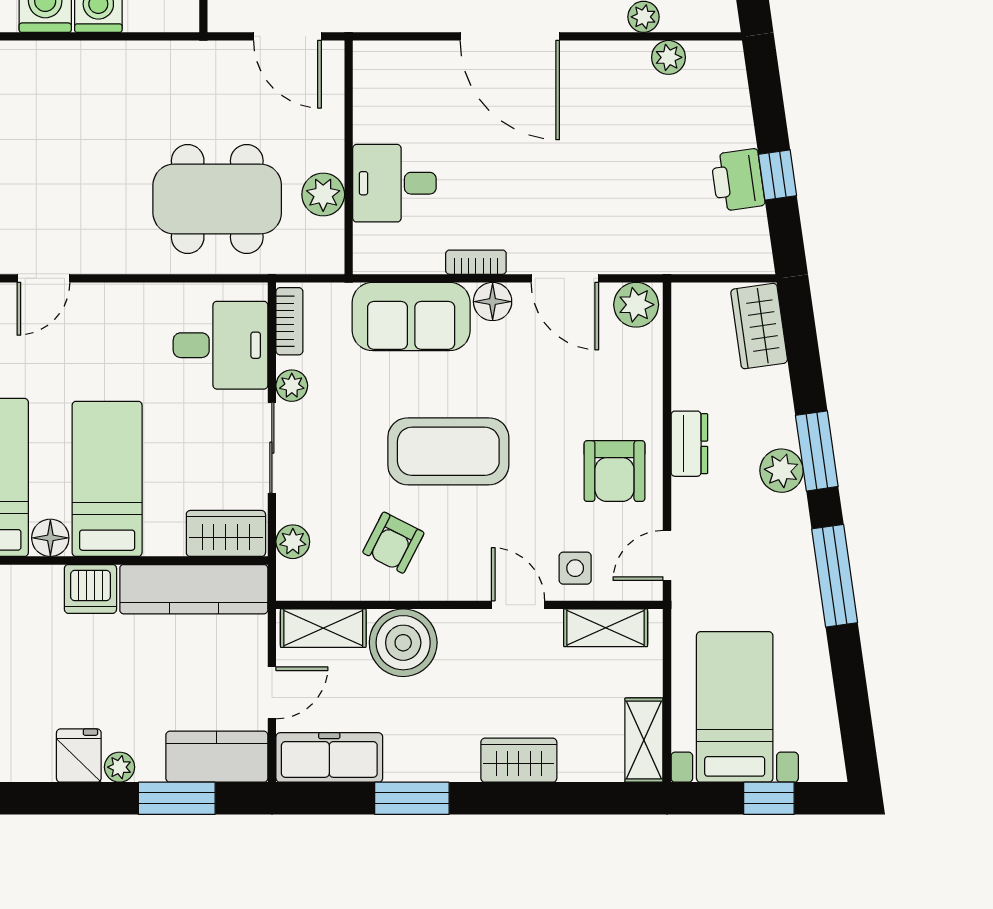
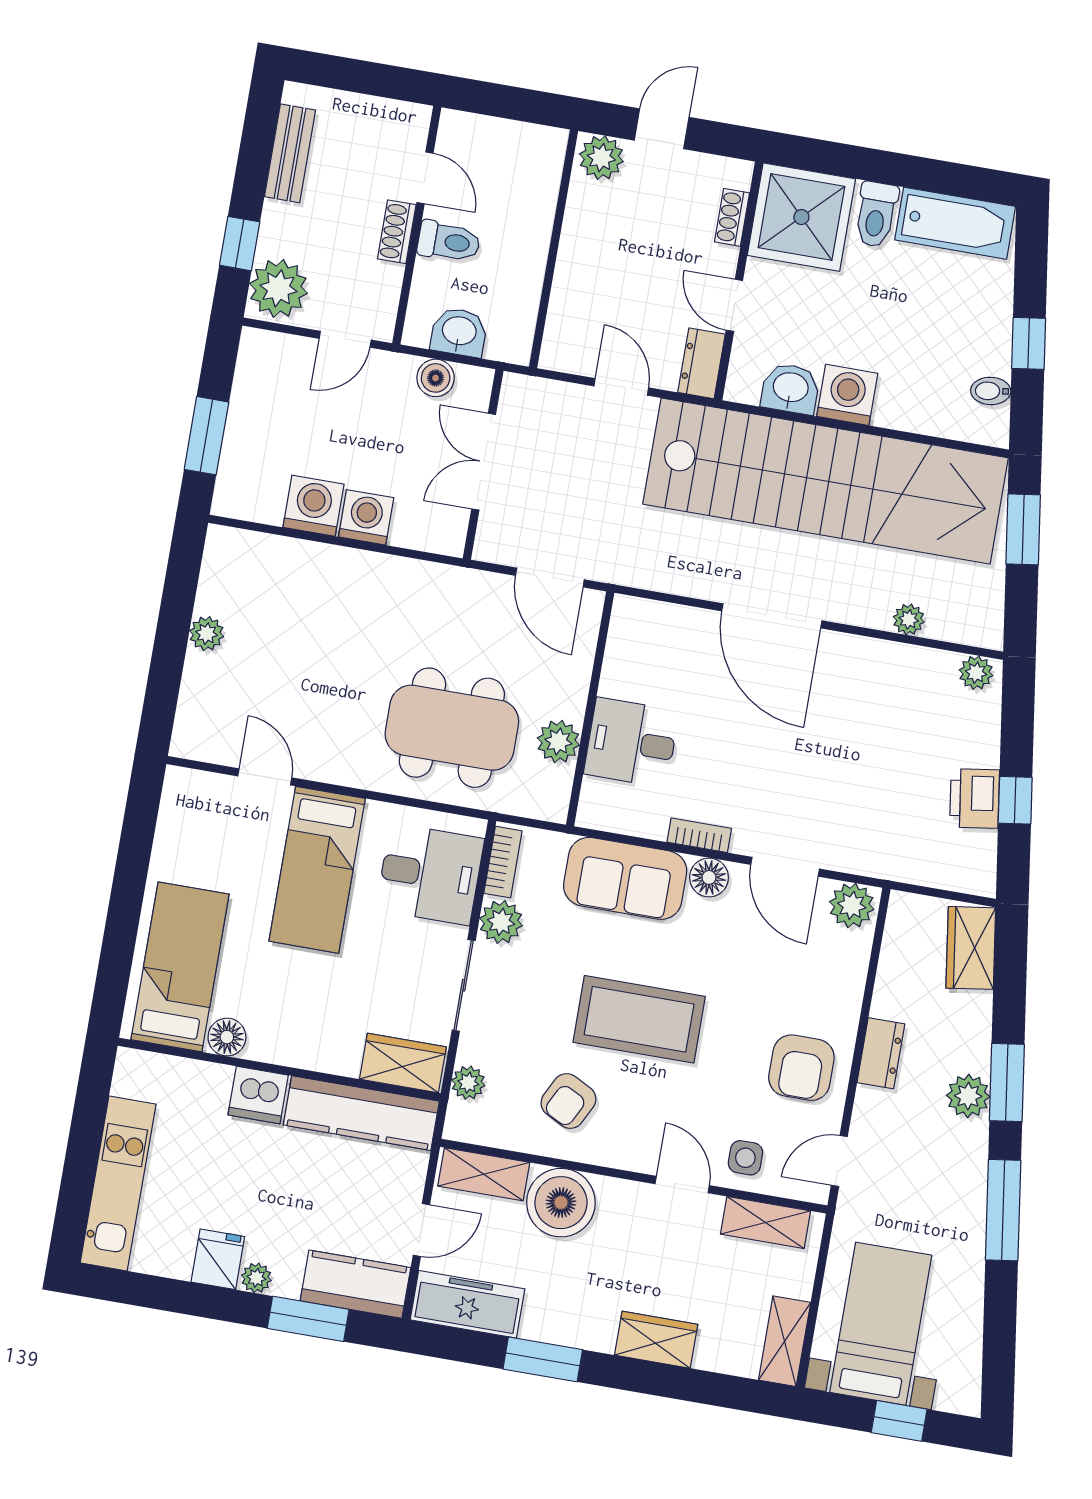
plant: (668, 57) -> (976, 673), moved
door: (43, 278) -> (265, 777), swing flipped
plant: (292, 386) -> (501, 922), width x1.38, depth x1.38
bed: (107, 479) -> (317, 870), moved, turned 180

